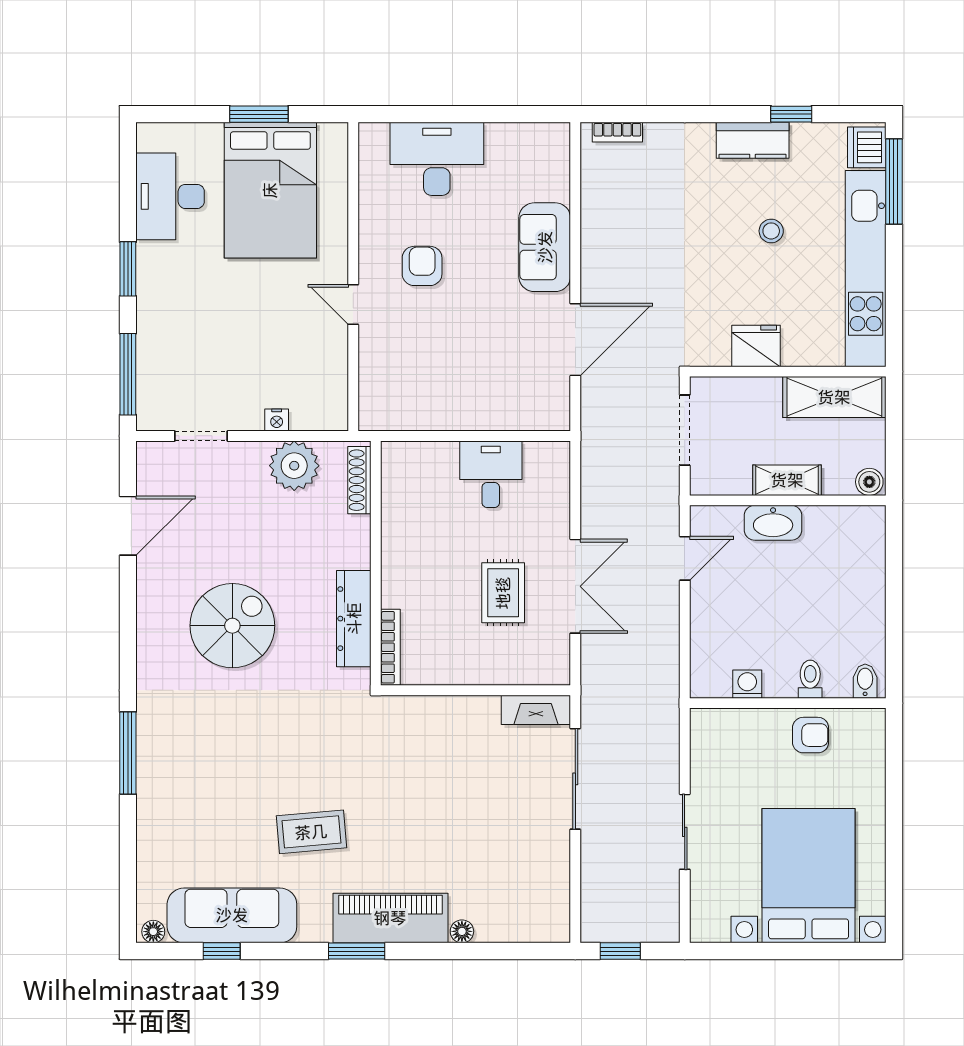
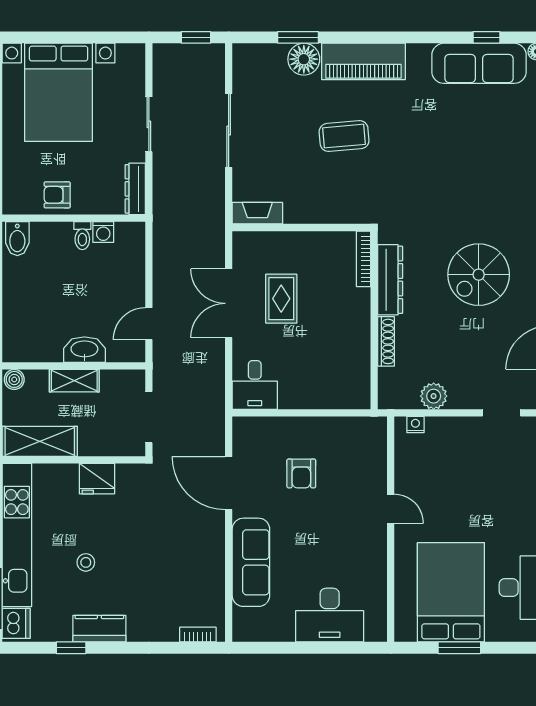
sofa: (545, 247) -> (251, 562), width x1.36
armchair: (422, 266) -> (301, 473), moved
door: (575, 340) -> (229, 483), hinge flipped
nightstand: (277, 420) -> (415, 425), moved
plant: (294, 466) -> (434, 396), width x0.73, depth x0.73
desk: (491, 474) -> (255, 385), moved
shoe rack: (359, 480) -> (386, 341), moved
toilet: (810, 679) -> (82, 236), moved
bidet: (865, 681) -> (17, 239), width x1.38, depth x1.36
dresser: (703, 743) -> (135, 189), added
sliding door: (575, 779) -> (229, 131), moved
coffee table: (311, 832) -> (344, 136), moved
floor lamp: (462, 931) -> (304, 59), width x1.89, depth x1.89
window: (357, 951) -> (298, 37), moved

